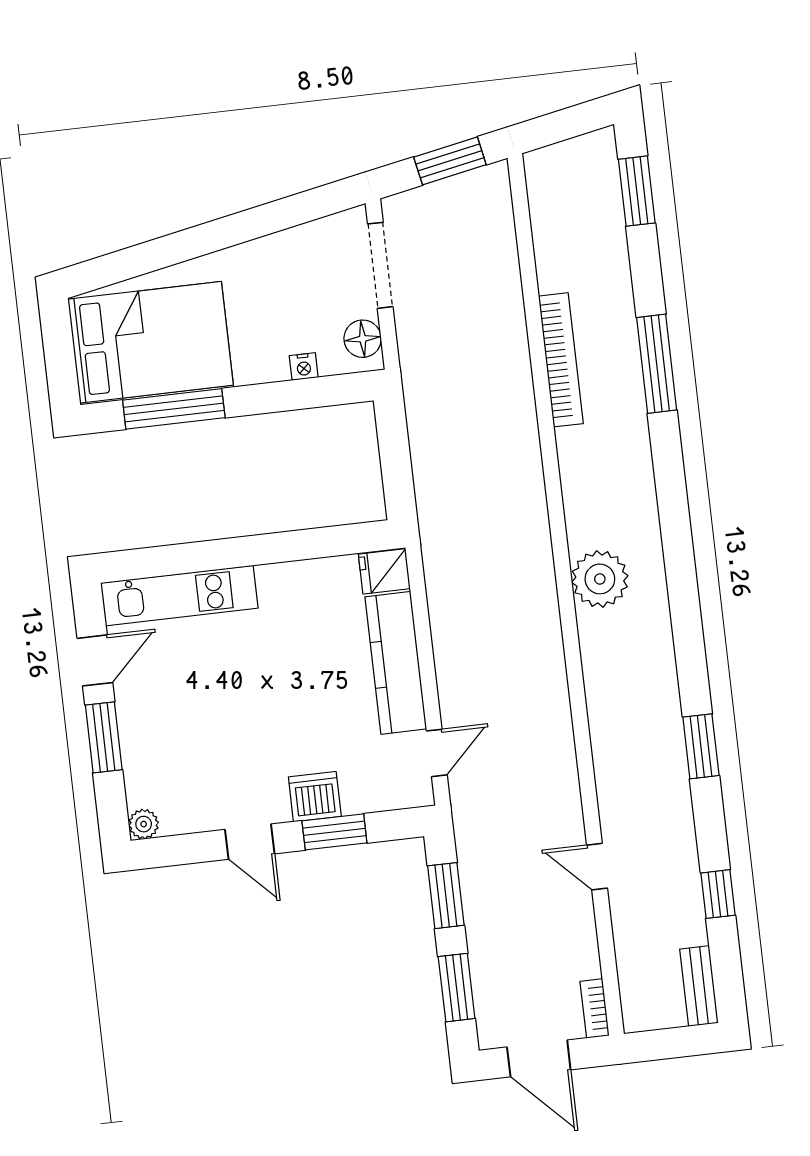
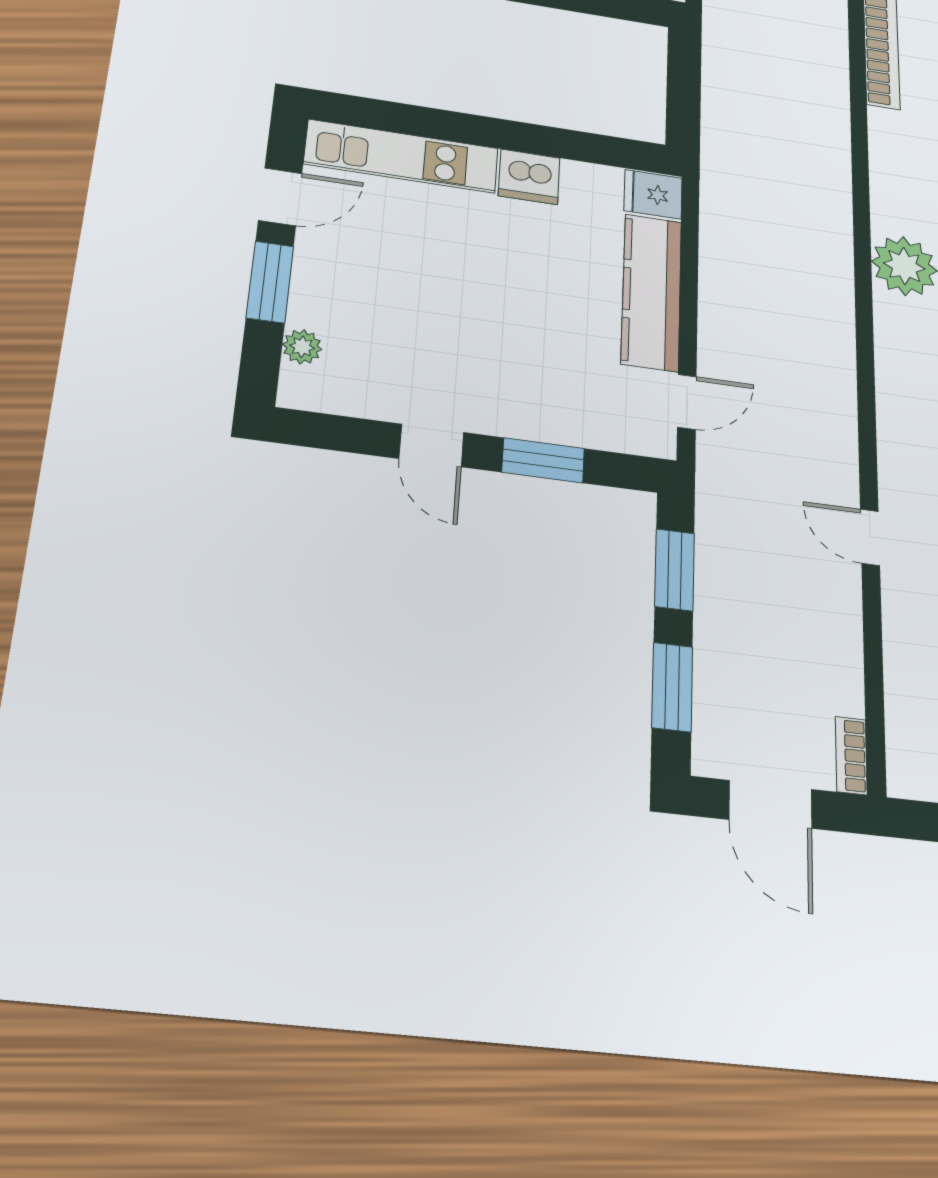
dishwasher: (315, 797) -> (529, 177), moved, turned 180
plant: (144, 824) -> (302, 347), moved
door: (597, 867) -> (870, 537), moved

